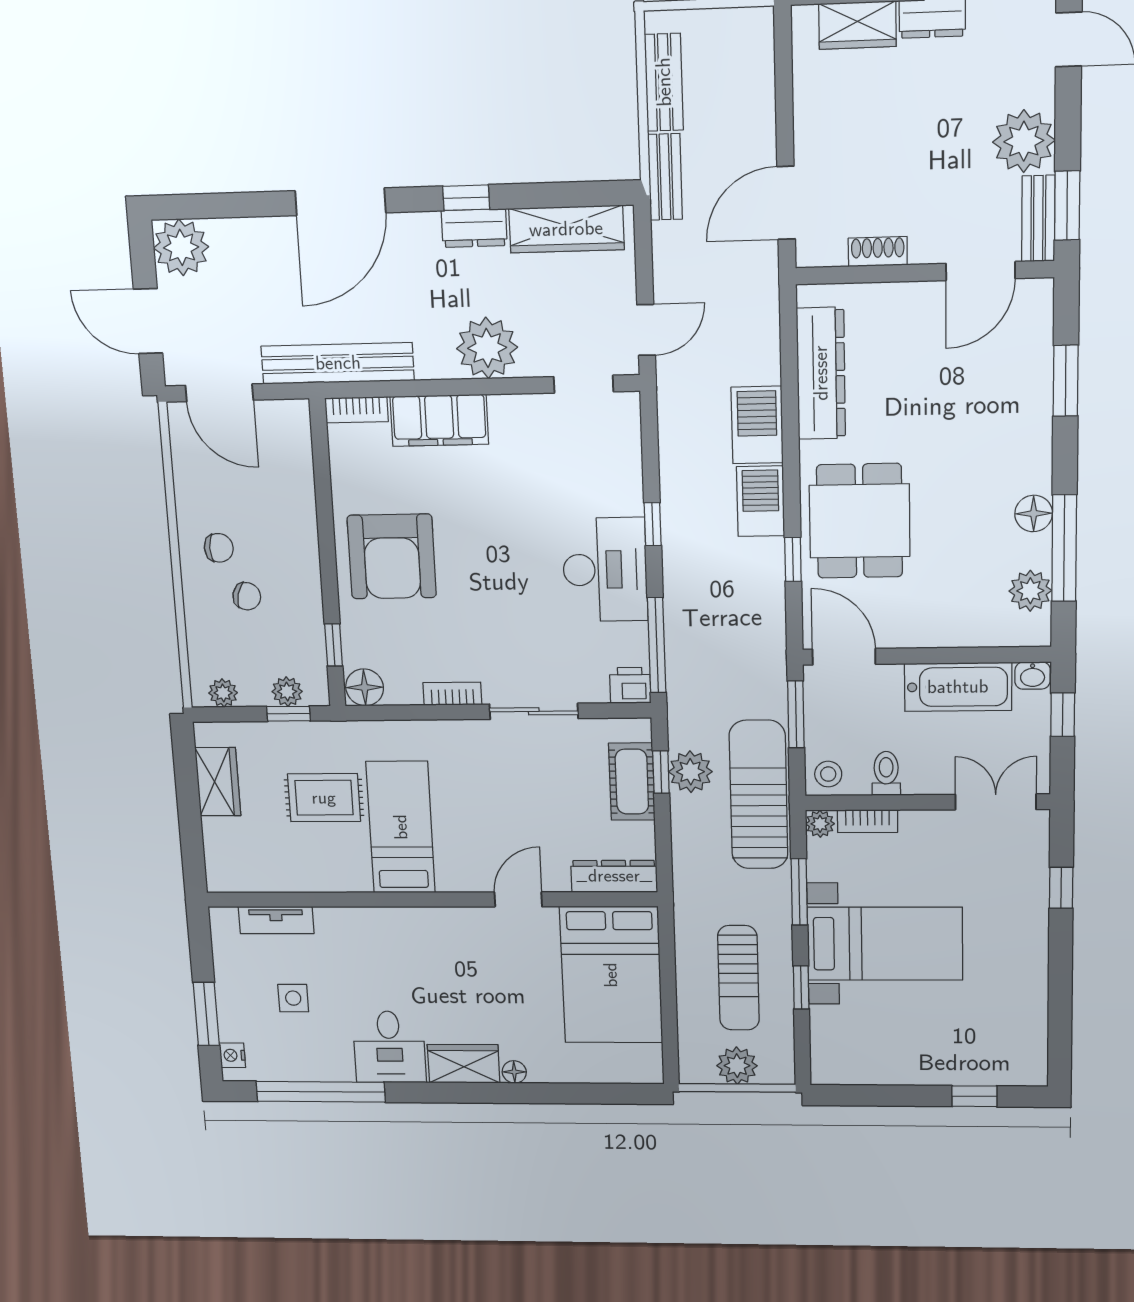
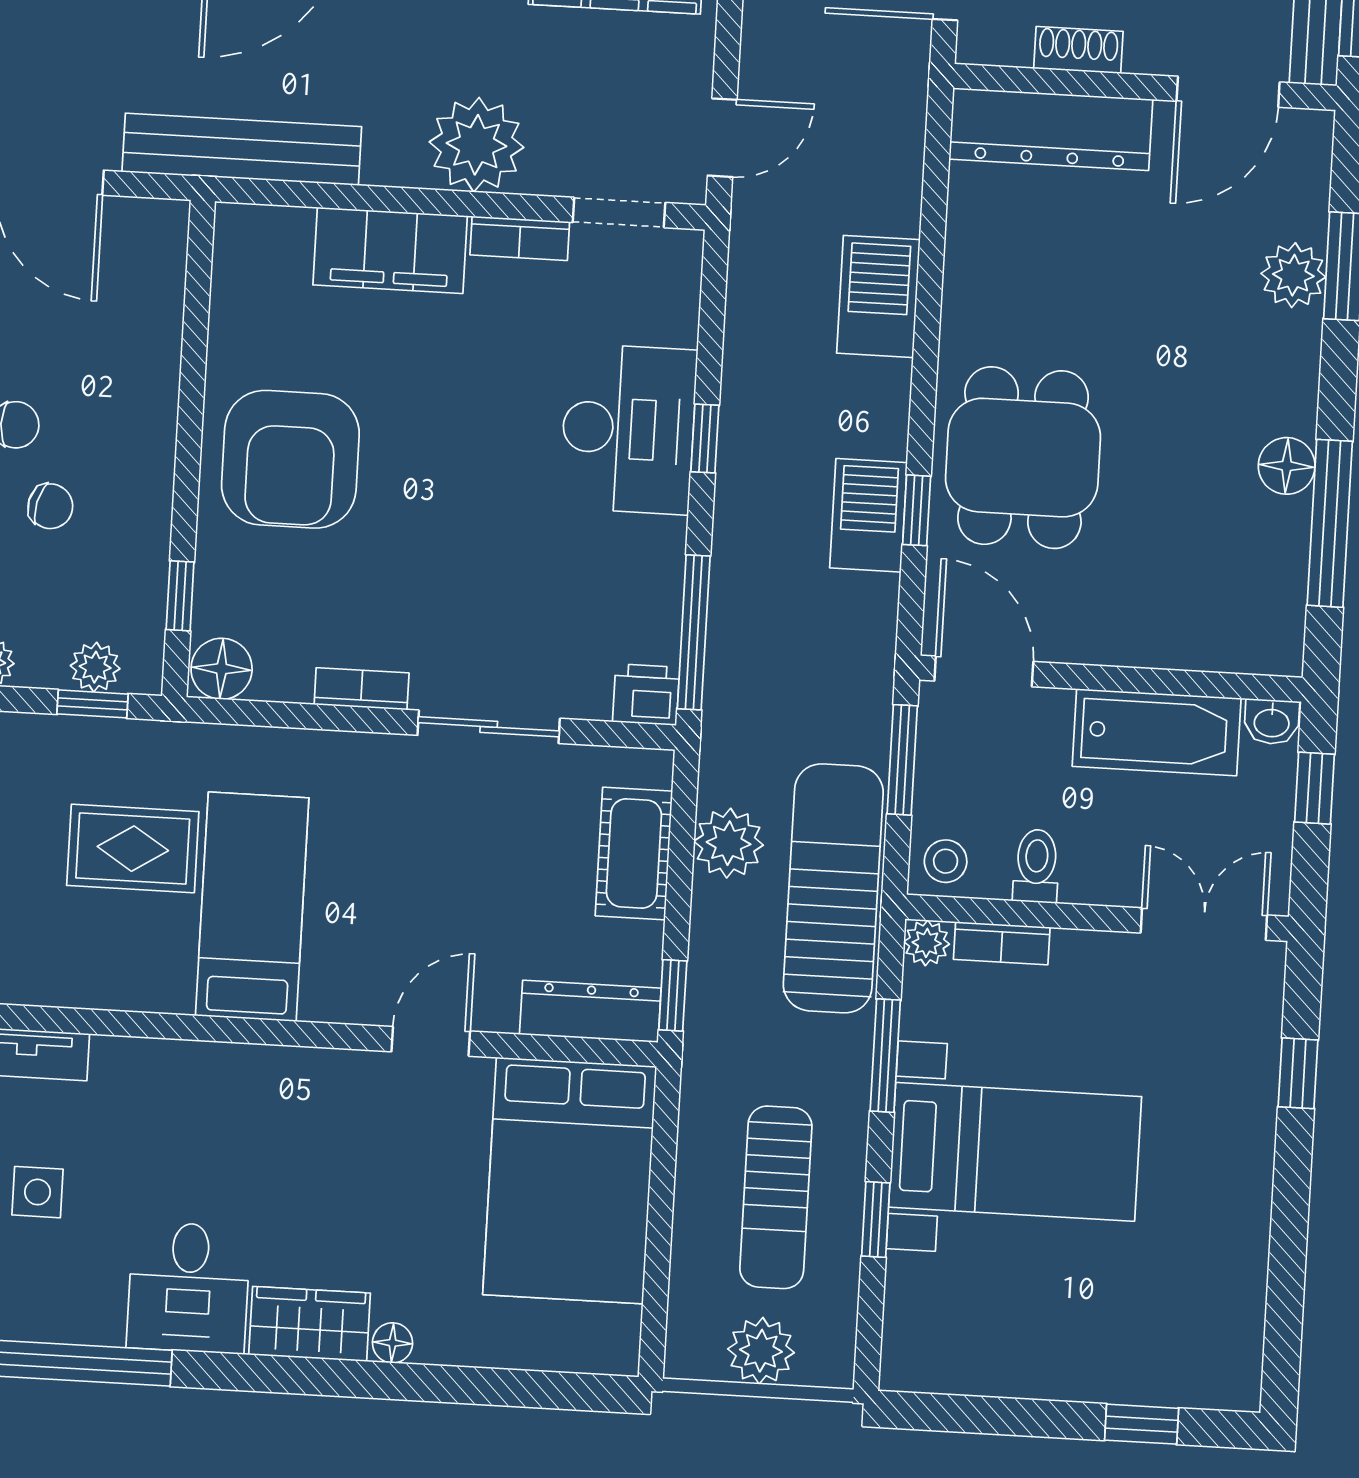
dresser: (821, 373) -> (1051, 129), moved, turned 90
bookcase: (357, 410) -> (520, 238), moved
barbecue: (761, 501) -> (869, 515), moved
desk: (605, 570) -> (628, 429), moved
plant: (1030, 591) -> (1293, 275), moved
window: (661, 772) -> (673, 995), moved

